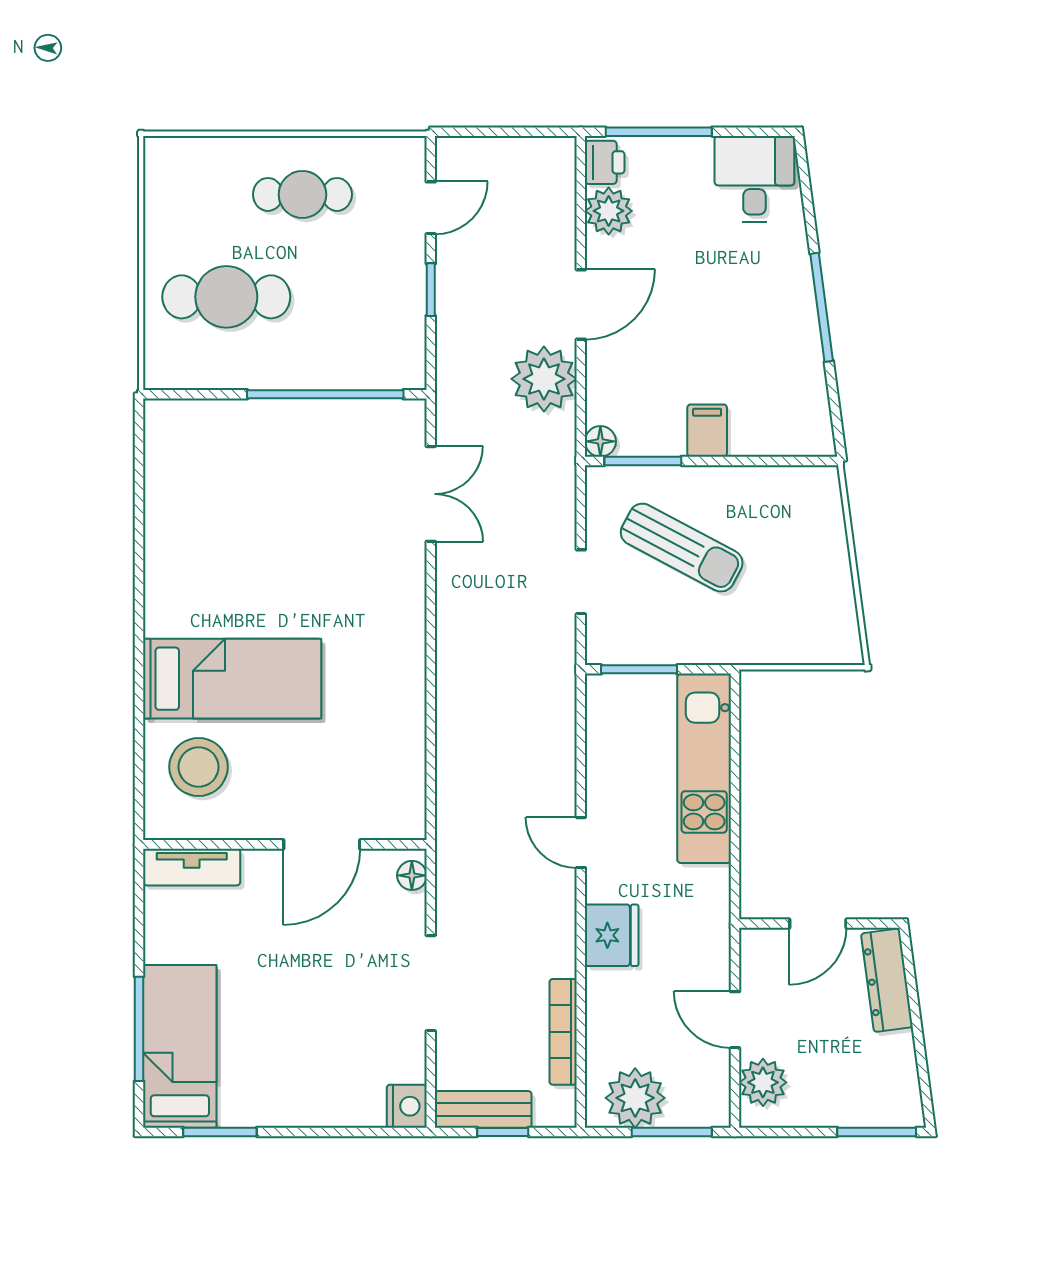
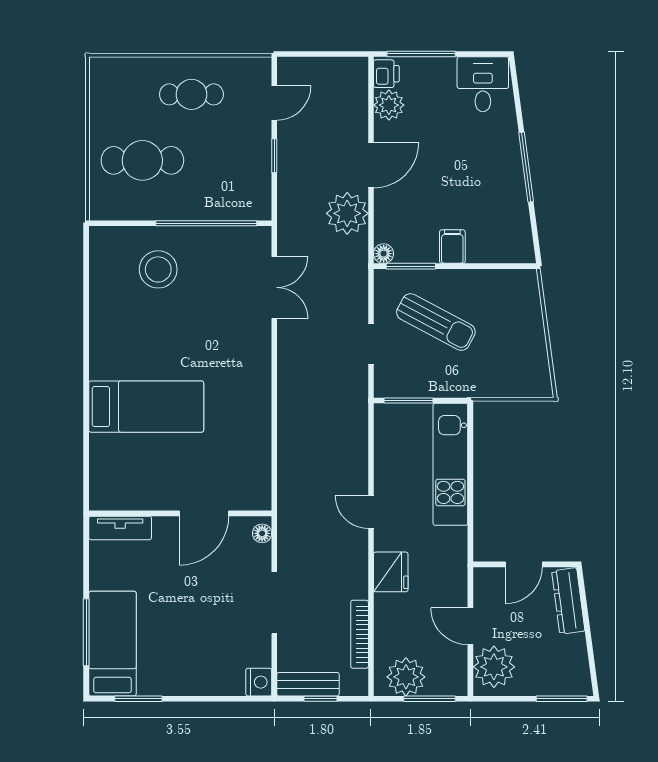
stool: (199, 767) -> (158, 269), moved
plant: (763, 1082) -> (494, 667), width x1.36, depth x1.36

